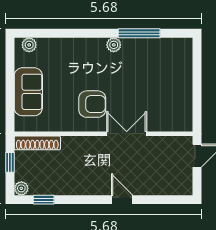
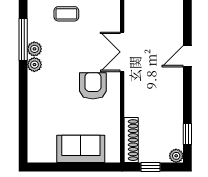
plant: (29, 45) -> (34, 49), moved
coffee table: (165, 77) -> (66, 14), added

